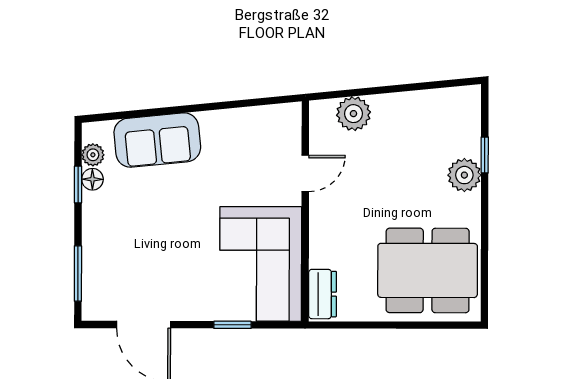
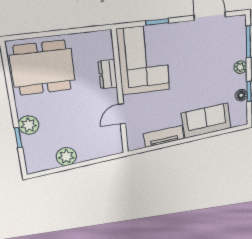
plant: (353, 114) -> (66, 157), moved
tv unit: (236, 121) -> (164, 136), added
plant: (93, 155) -> (240, 67), moved
dresser: (323, 294) -> (108, 74), moved

